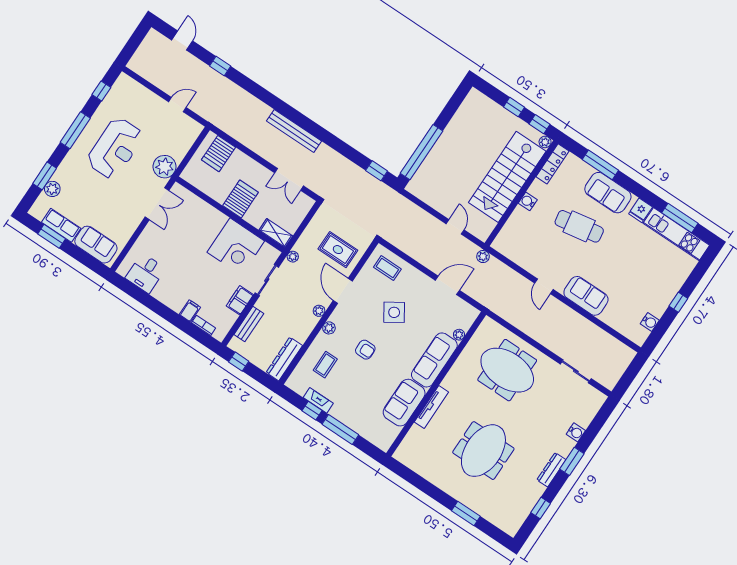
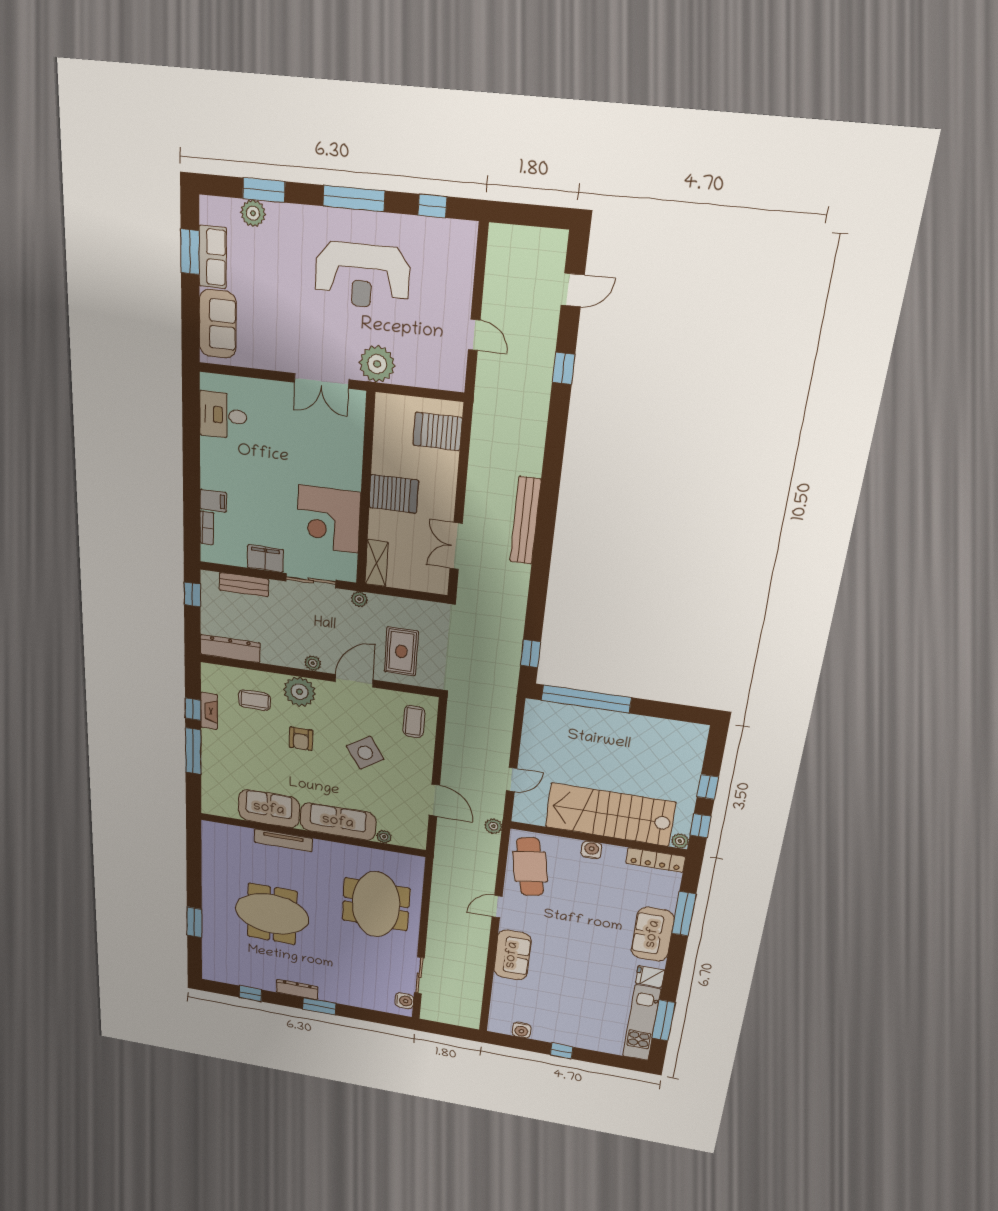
cafe table: (579, 226) -> (530, 867), moved
plant: (329, 328) -> (300, 692), width x1.87, depth x1.87
water cooler: (576, 432) -> (404, 1001), moved, turned -90

